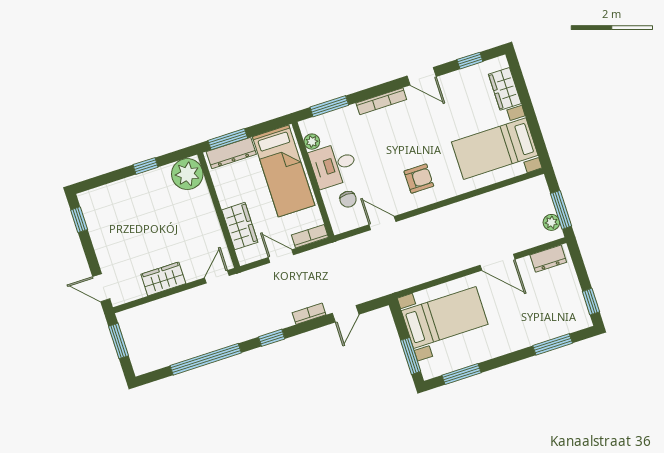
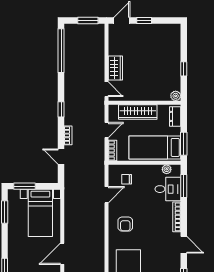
door: (422, 76) -> (184, 245), swing flipped
window: (228, 139) -> (184, 144), moved
dresser: (231, 153) -> (175, 116), width x0.70
desk: (334, 165) -> (168, 189), moved, turned 90
plant: (187, 174) -> (176, 96), width x0.53, depth x0.53
window: (79, 220) -> (144, 20), moved
wardrobe: (240, 226) -> (138, 112), width x1.50
wardrobe: (163, 279) -> (115, 68), moved
window: (206, 359) -> (61, 51), moved

